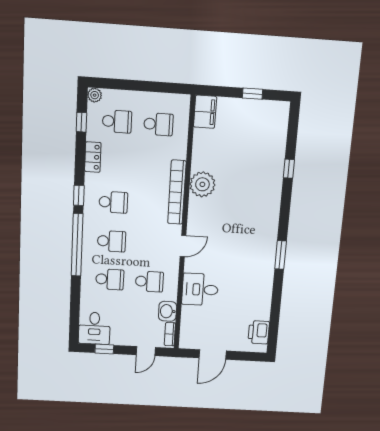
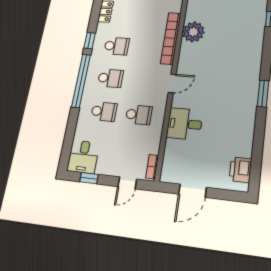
washbasin: (168, 311) -> (152, 144), removed

